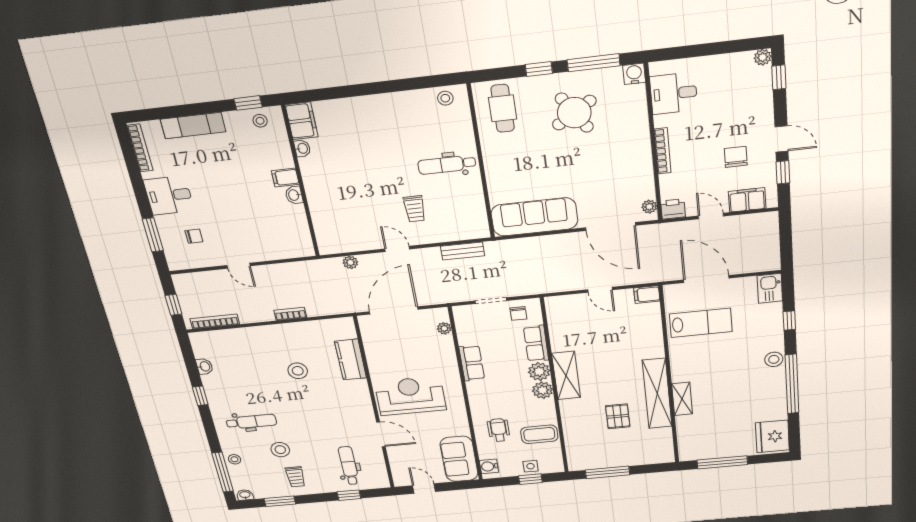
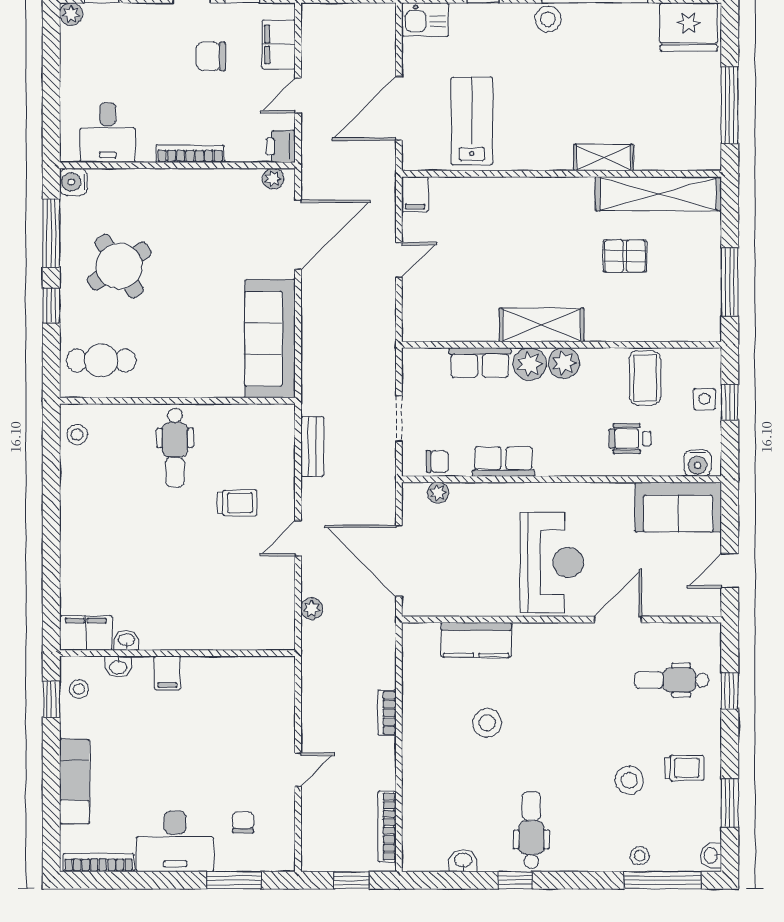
desk: (169, 195) -> (175, 841), width x1.37
washbasin: (294, 195) -> (118, 667), moved
chair: (518, 313) -> (437, 462), moved
shelving: (657, 394) -> (658, 194), moved
reception desk: (410, 396) -> (552, 562), turned 180
dental chair: (251, 422) -> (531, 830), moved

